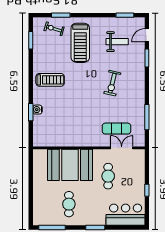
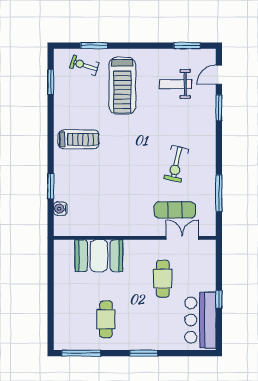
weight bench: (117, 42) -> (176, 84), turned 180
exercise bike: (112, 83) -> (176, 164), moved
water cooler: (37, 110) -> (60, 209), moved
booth: (70, 165) -> (99, 256), width x0.73, depth x0.70
bar counter: (126, 215) -> (200, 320), moved, turned -90

